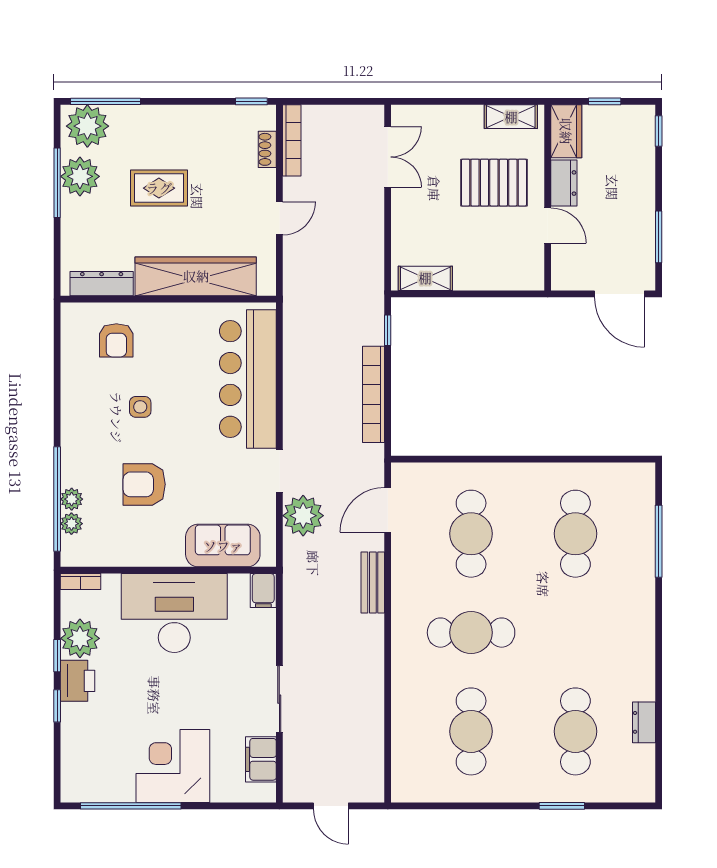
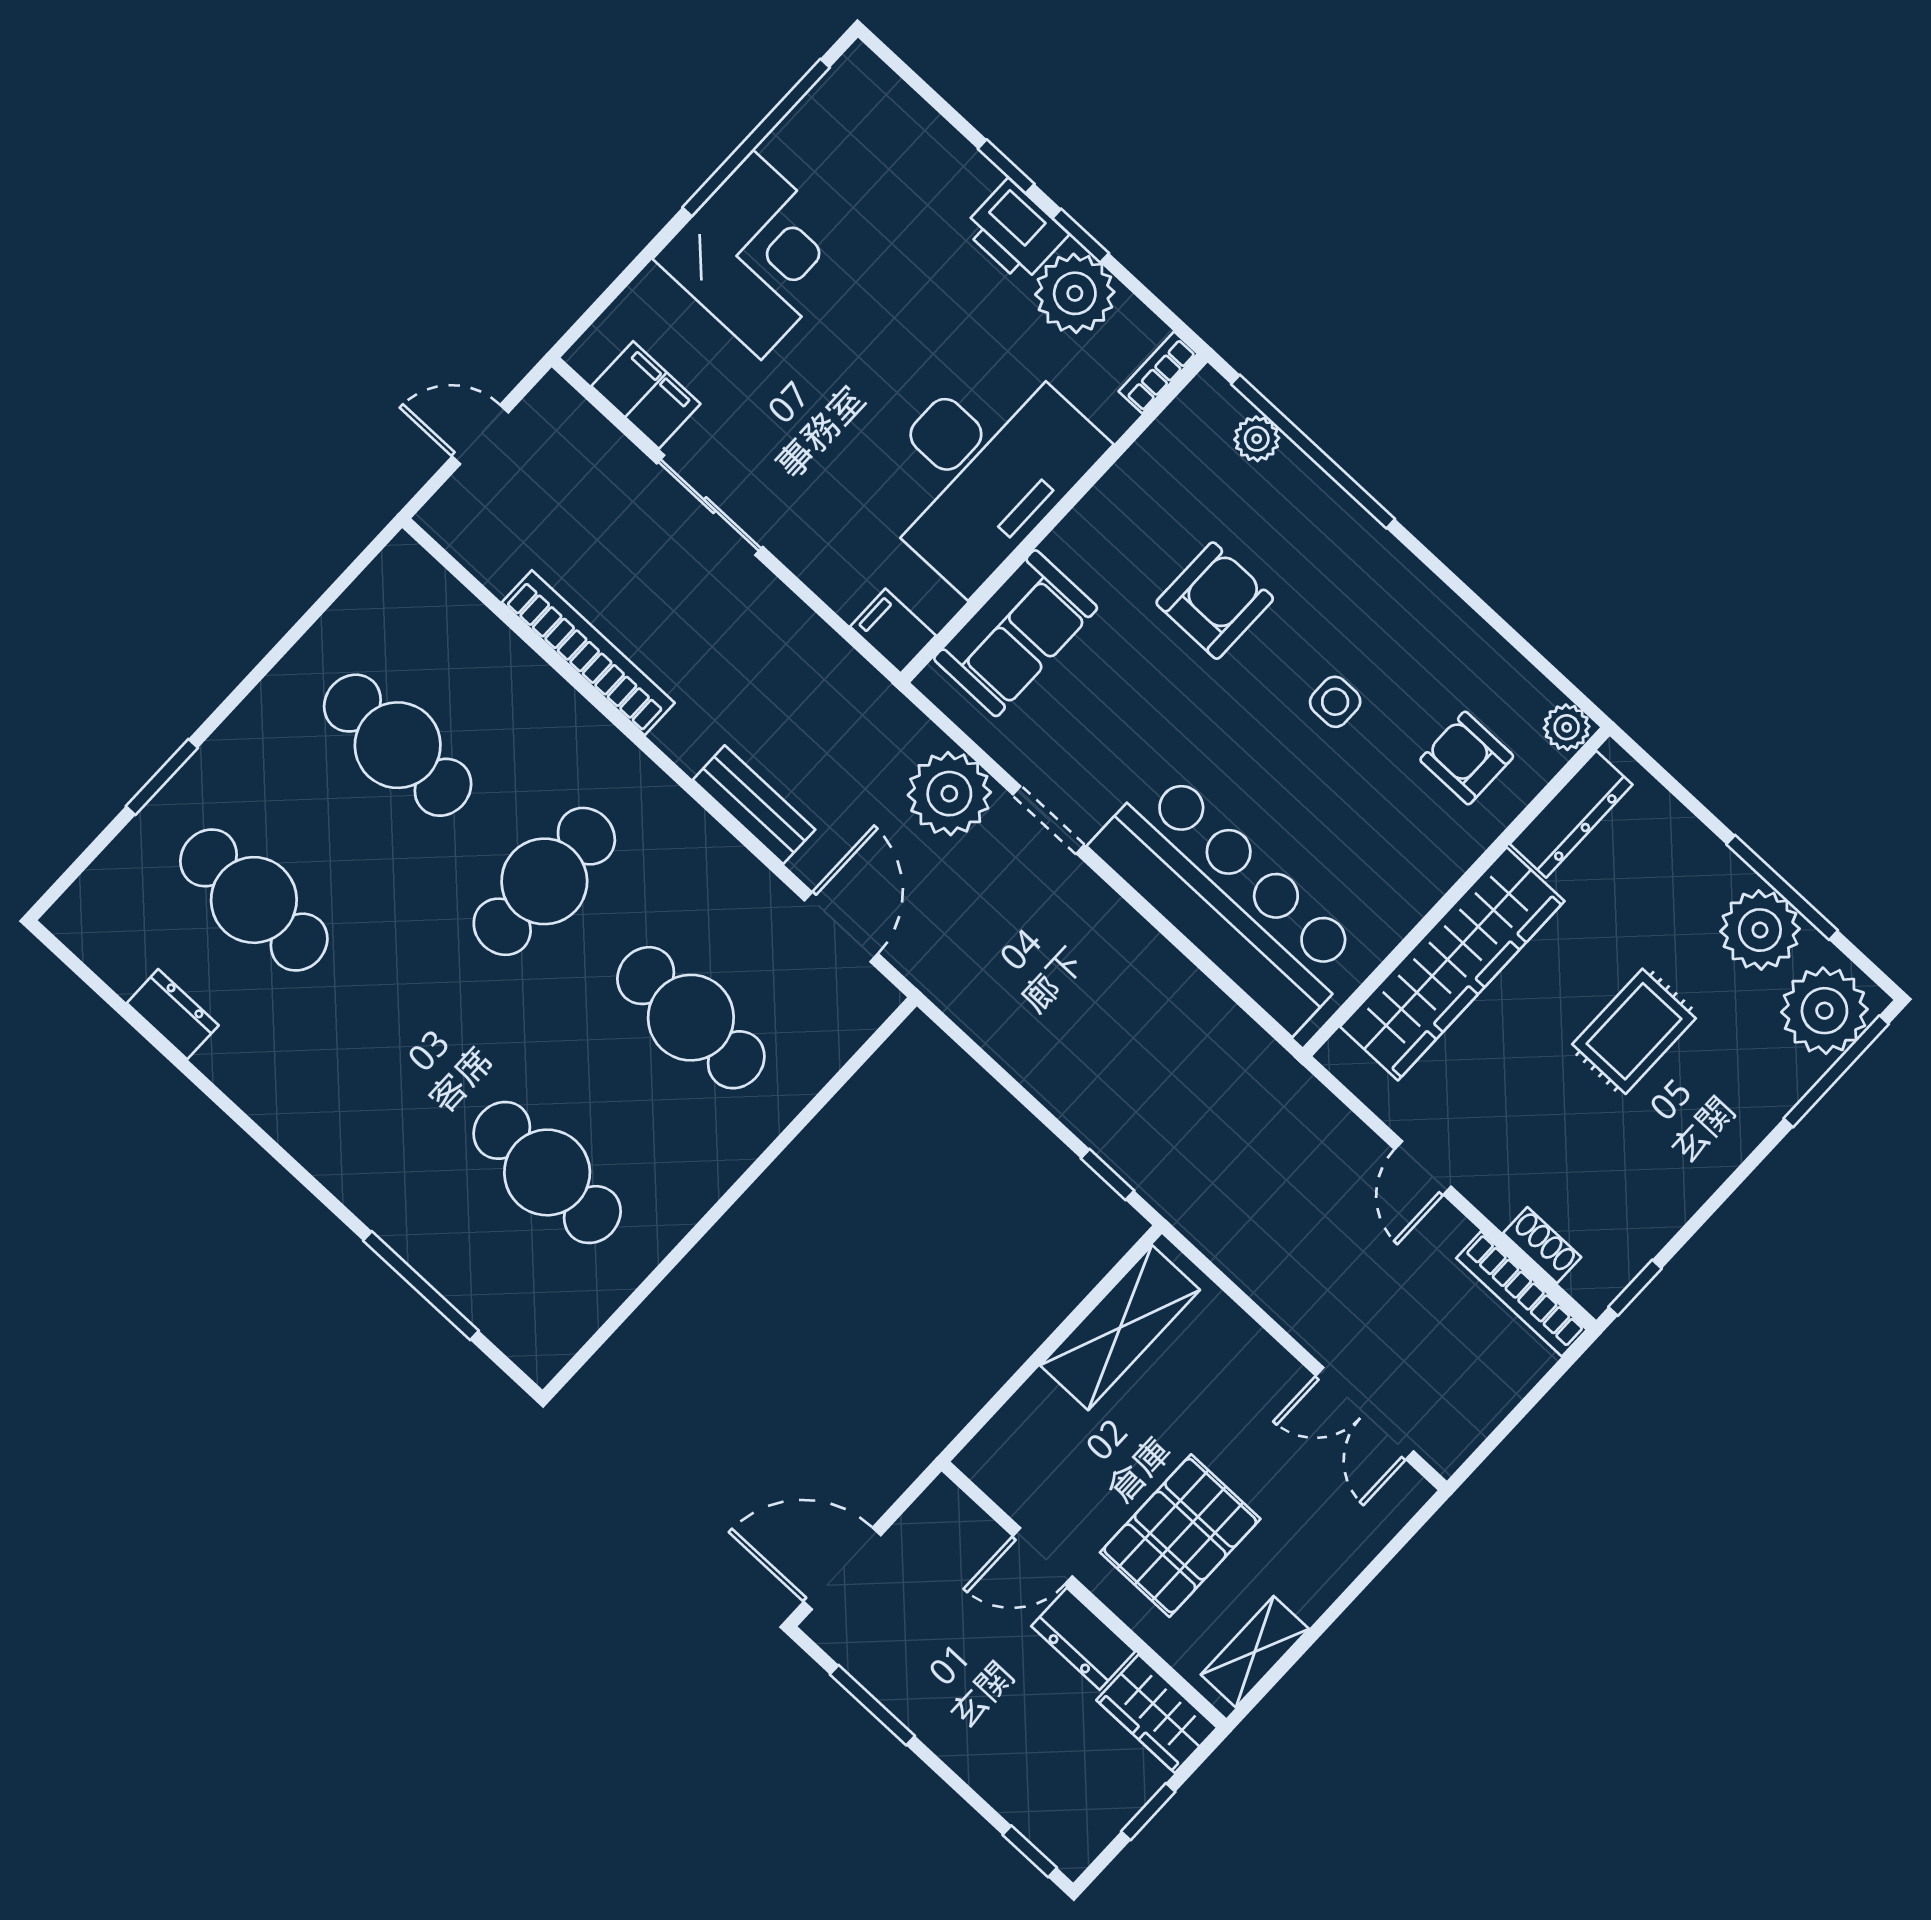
shelving: (425, 278) -> (1120, 1328), width x1.50, depth x1.33
bookcase: (374, 394) -> (588, 653), moved
plant: (72, 499) -> (1567, 727), moved

